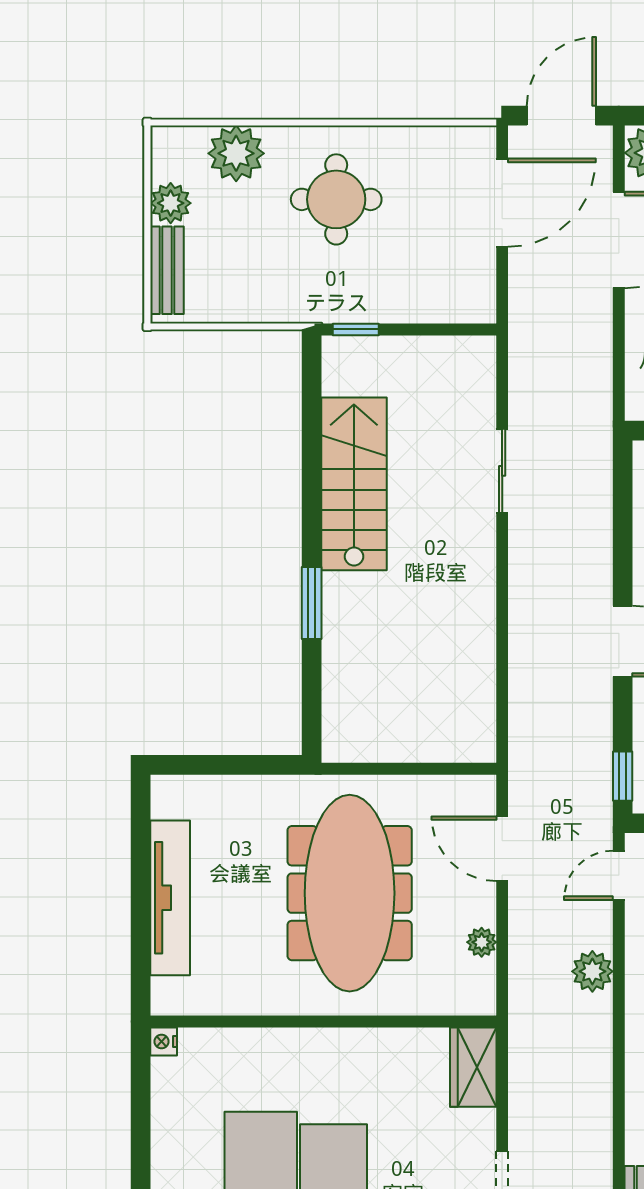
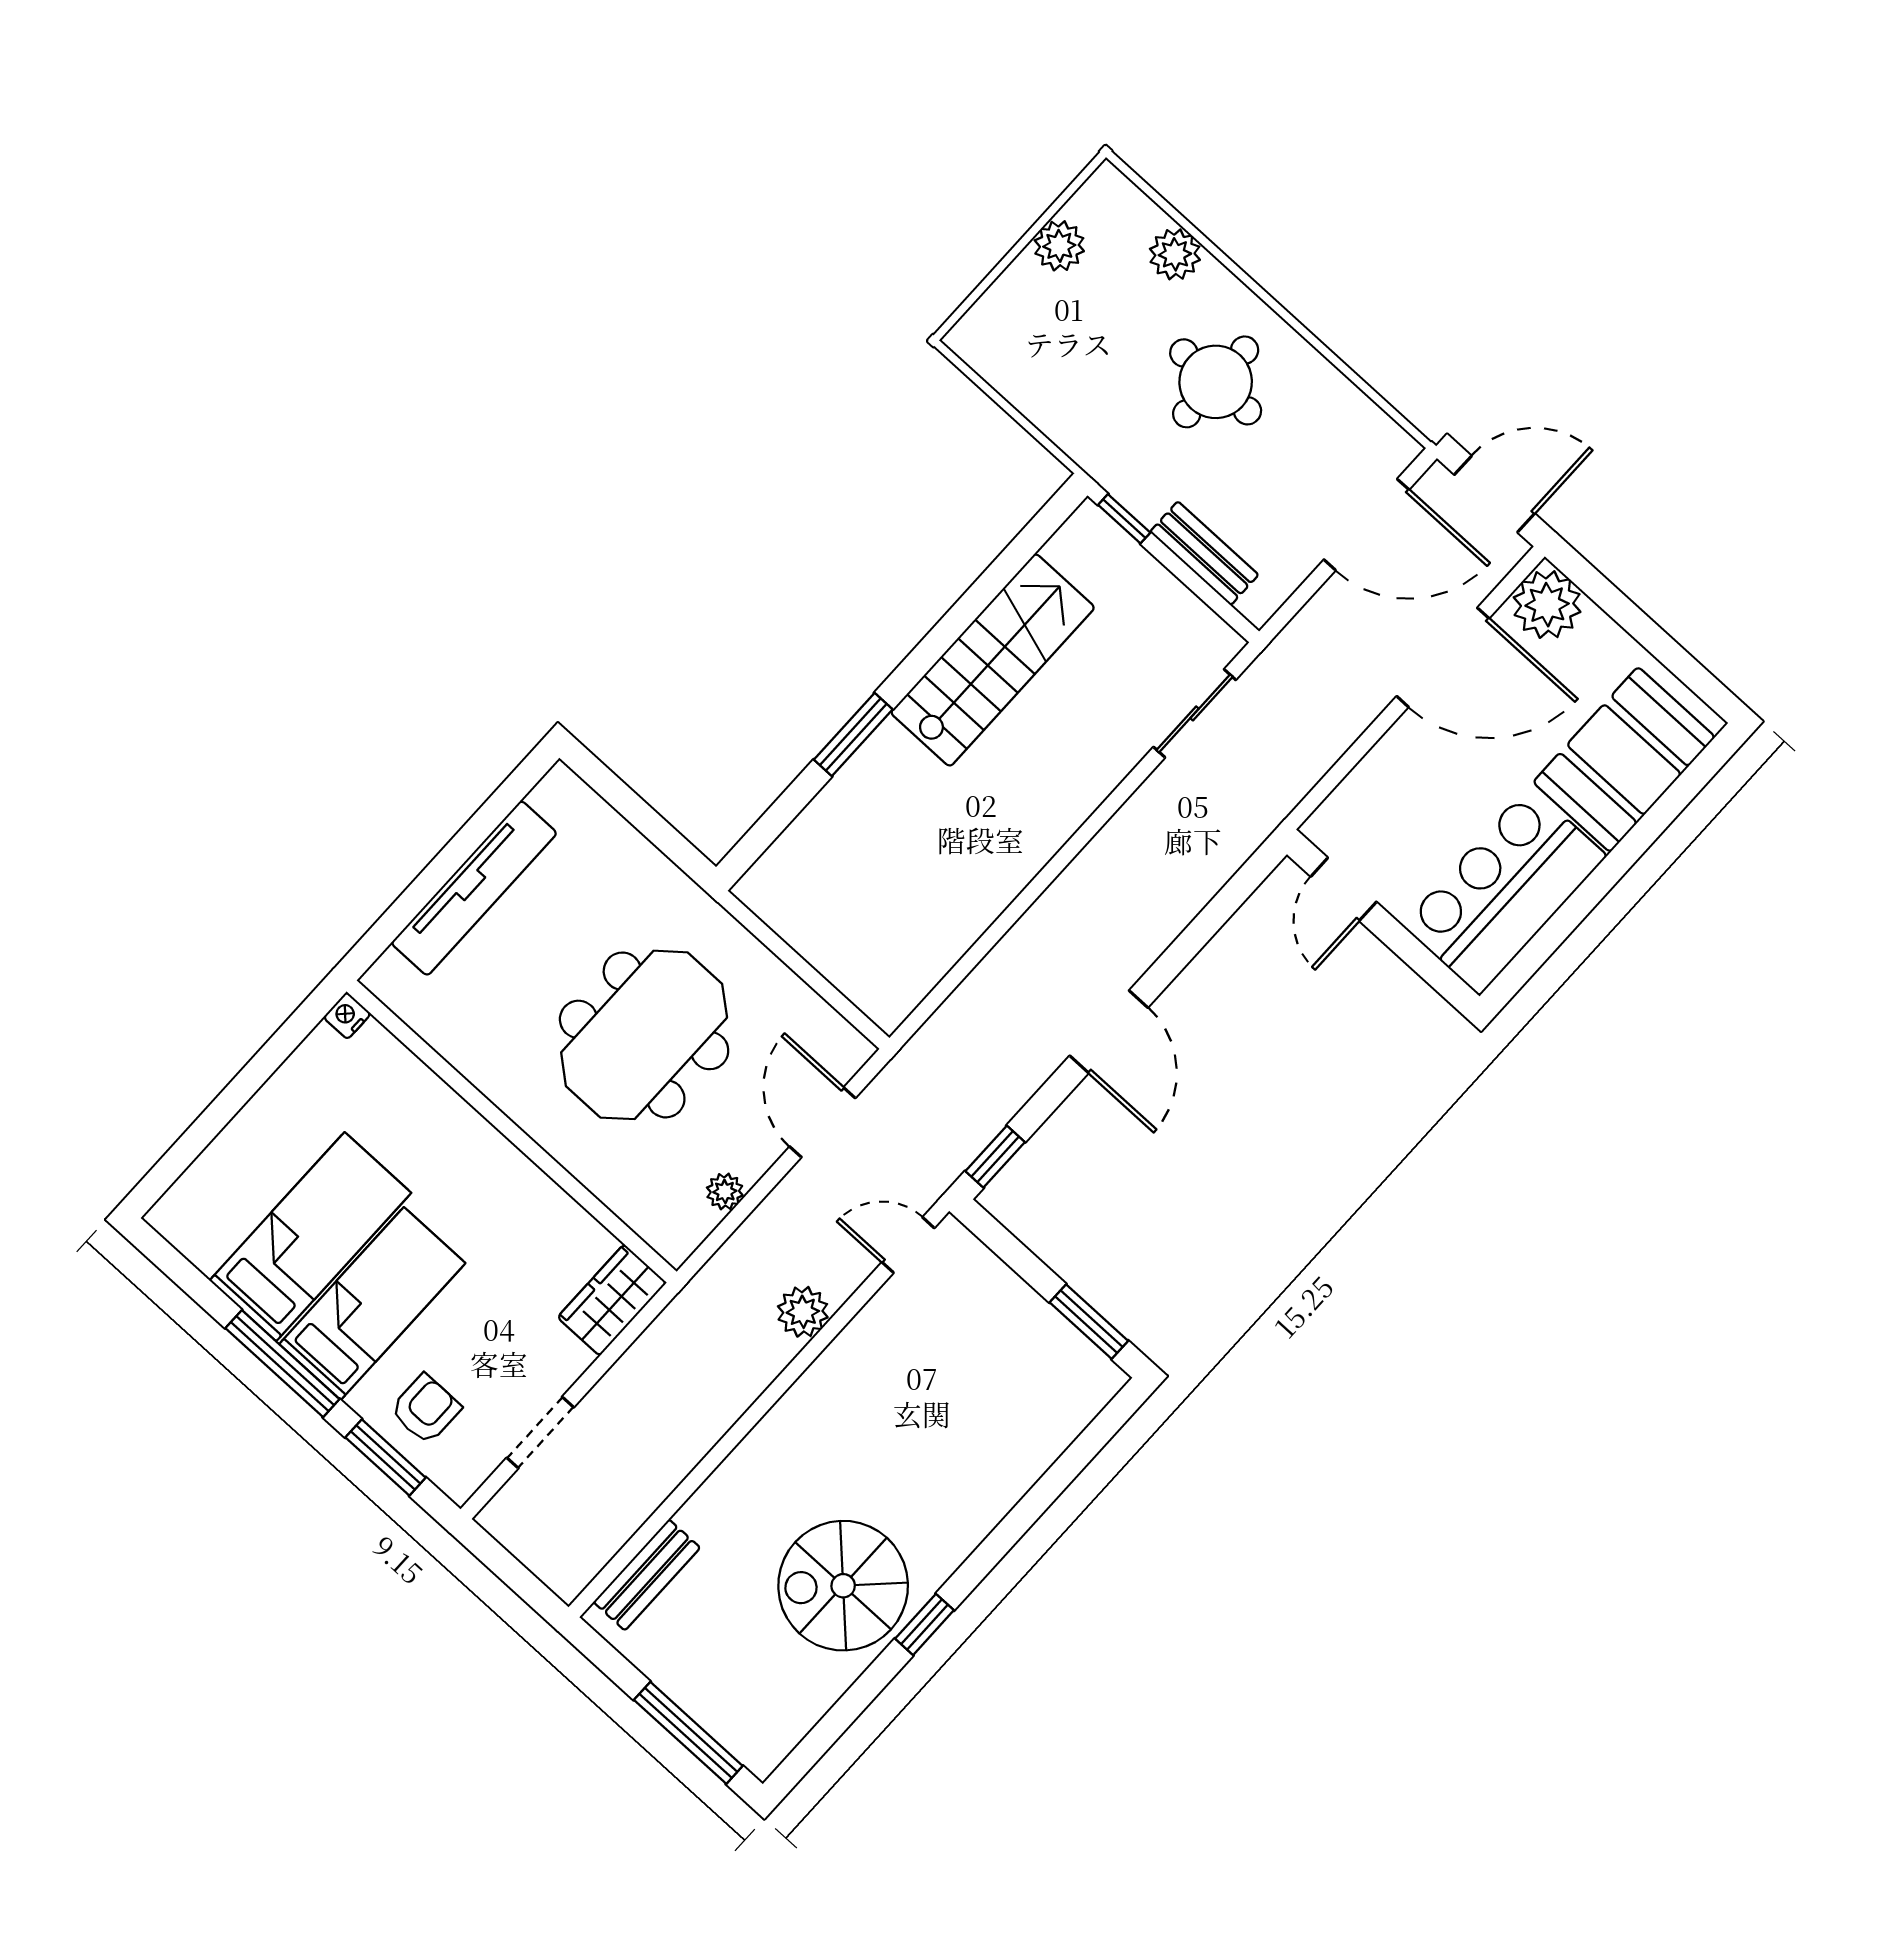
plant: (236, 153) -> (1175, 254), width x0.73, depth x0.73
bench: (167, 270) -> (1204, 553), moved, turned 90
sliding door: (502, 471) -> (1195, 713), moved
meeting table: (350, 893) -> (644, 1035), width x0.73

